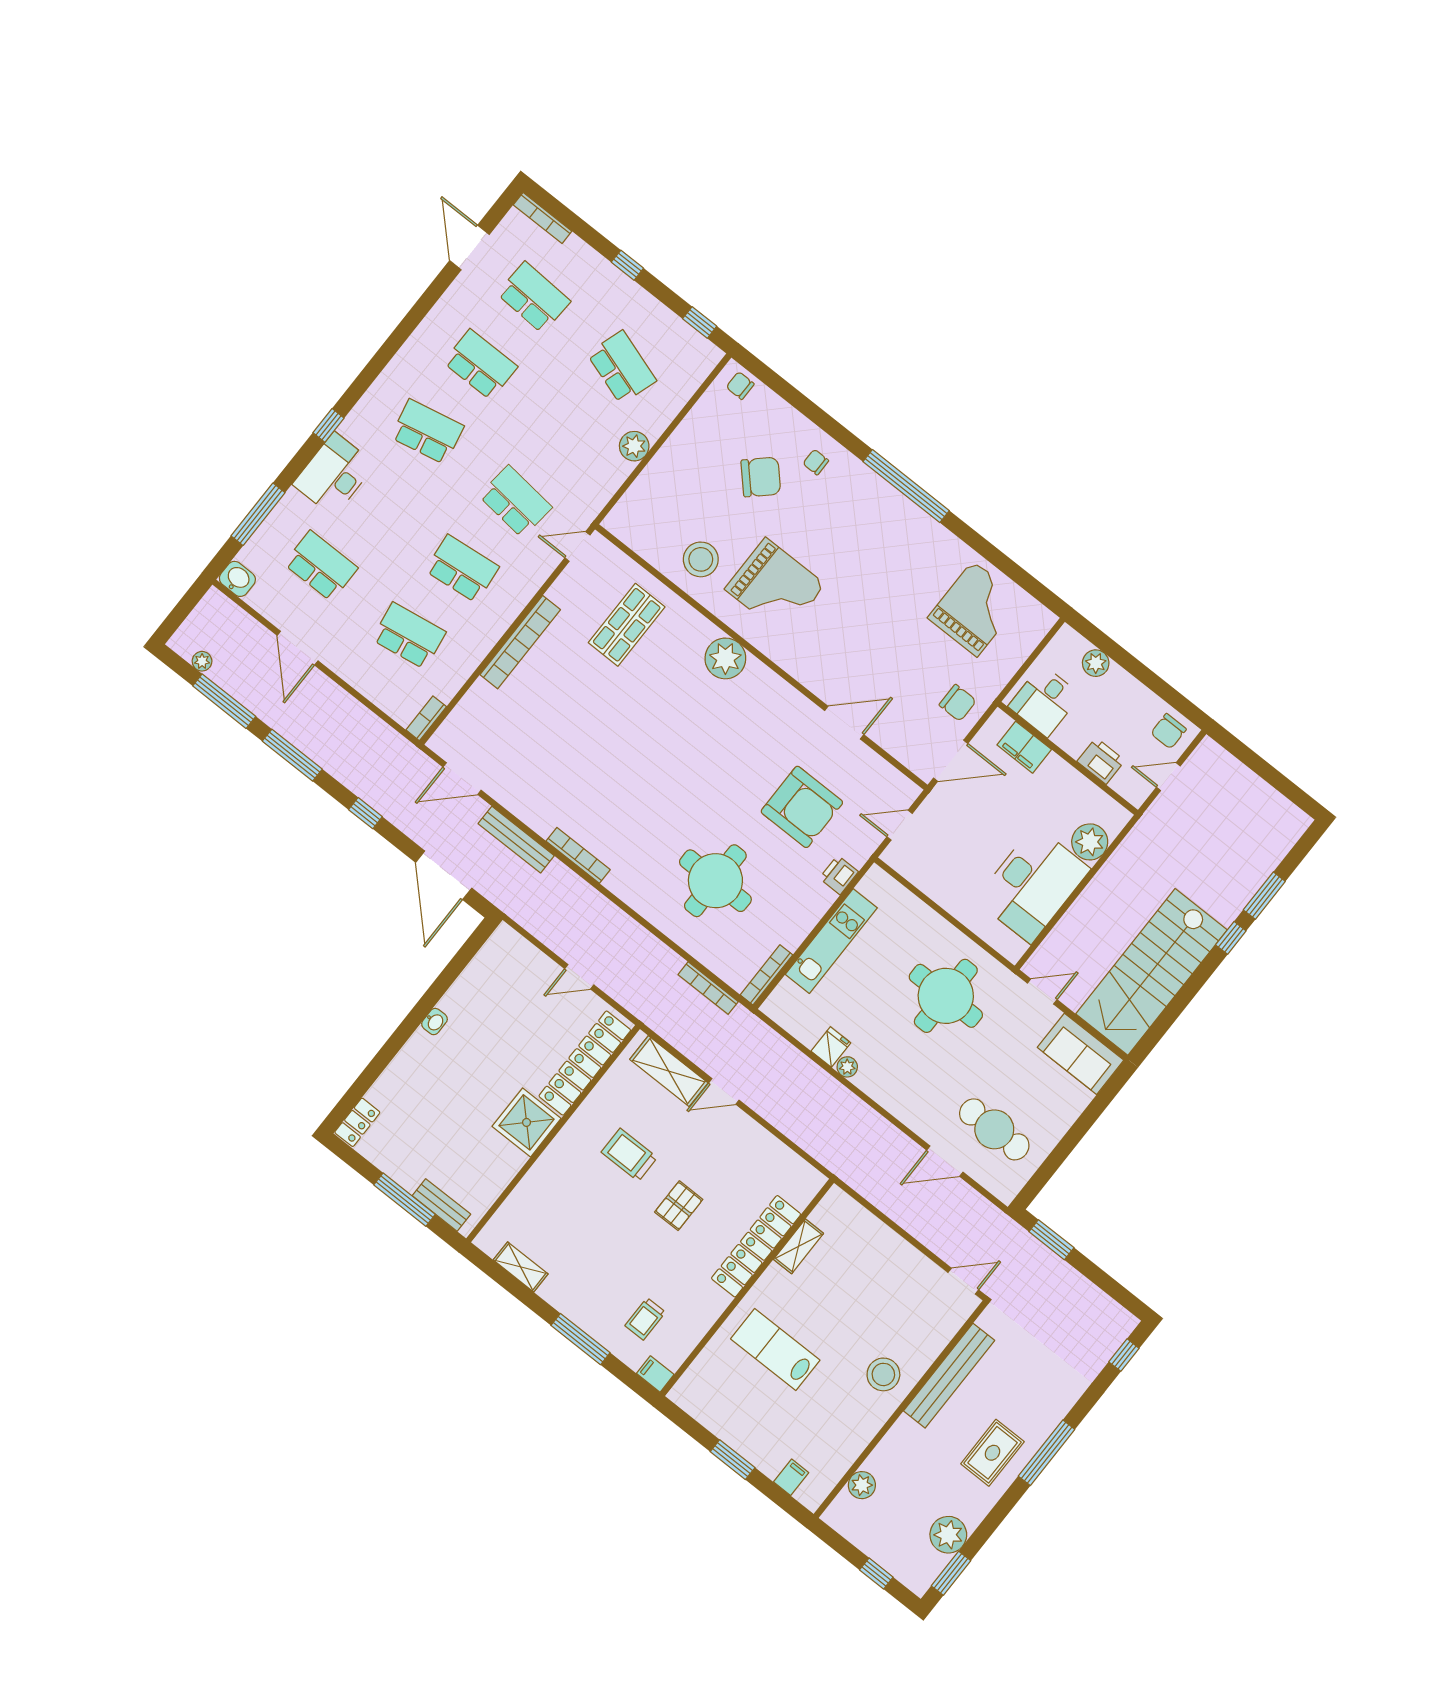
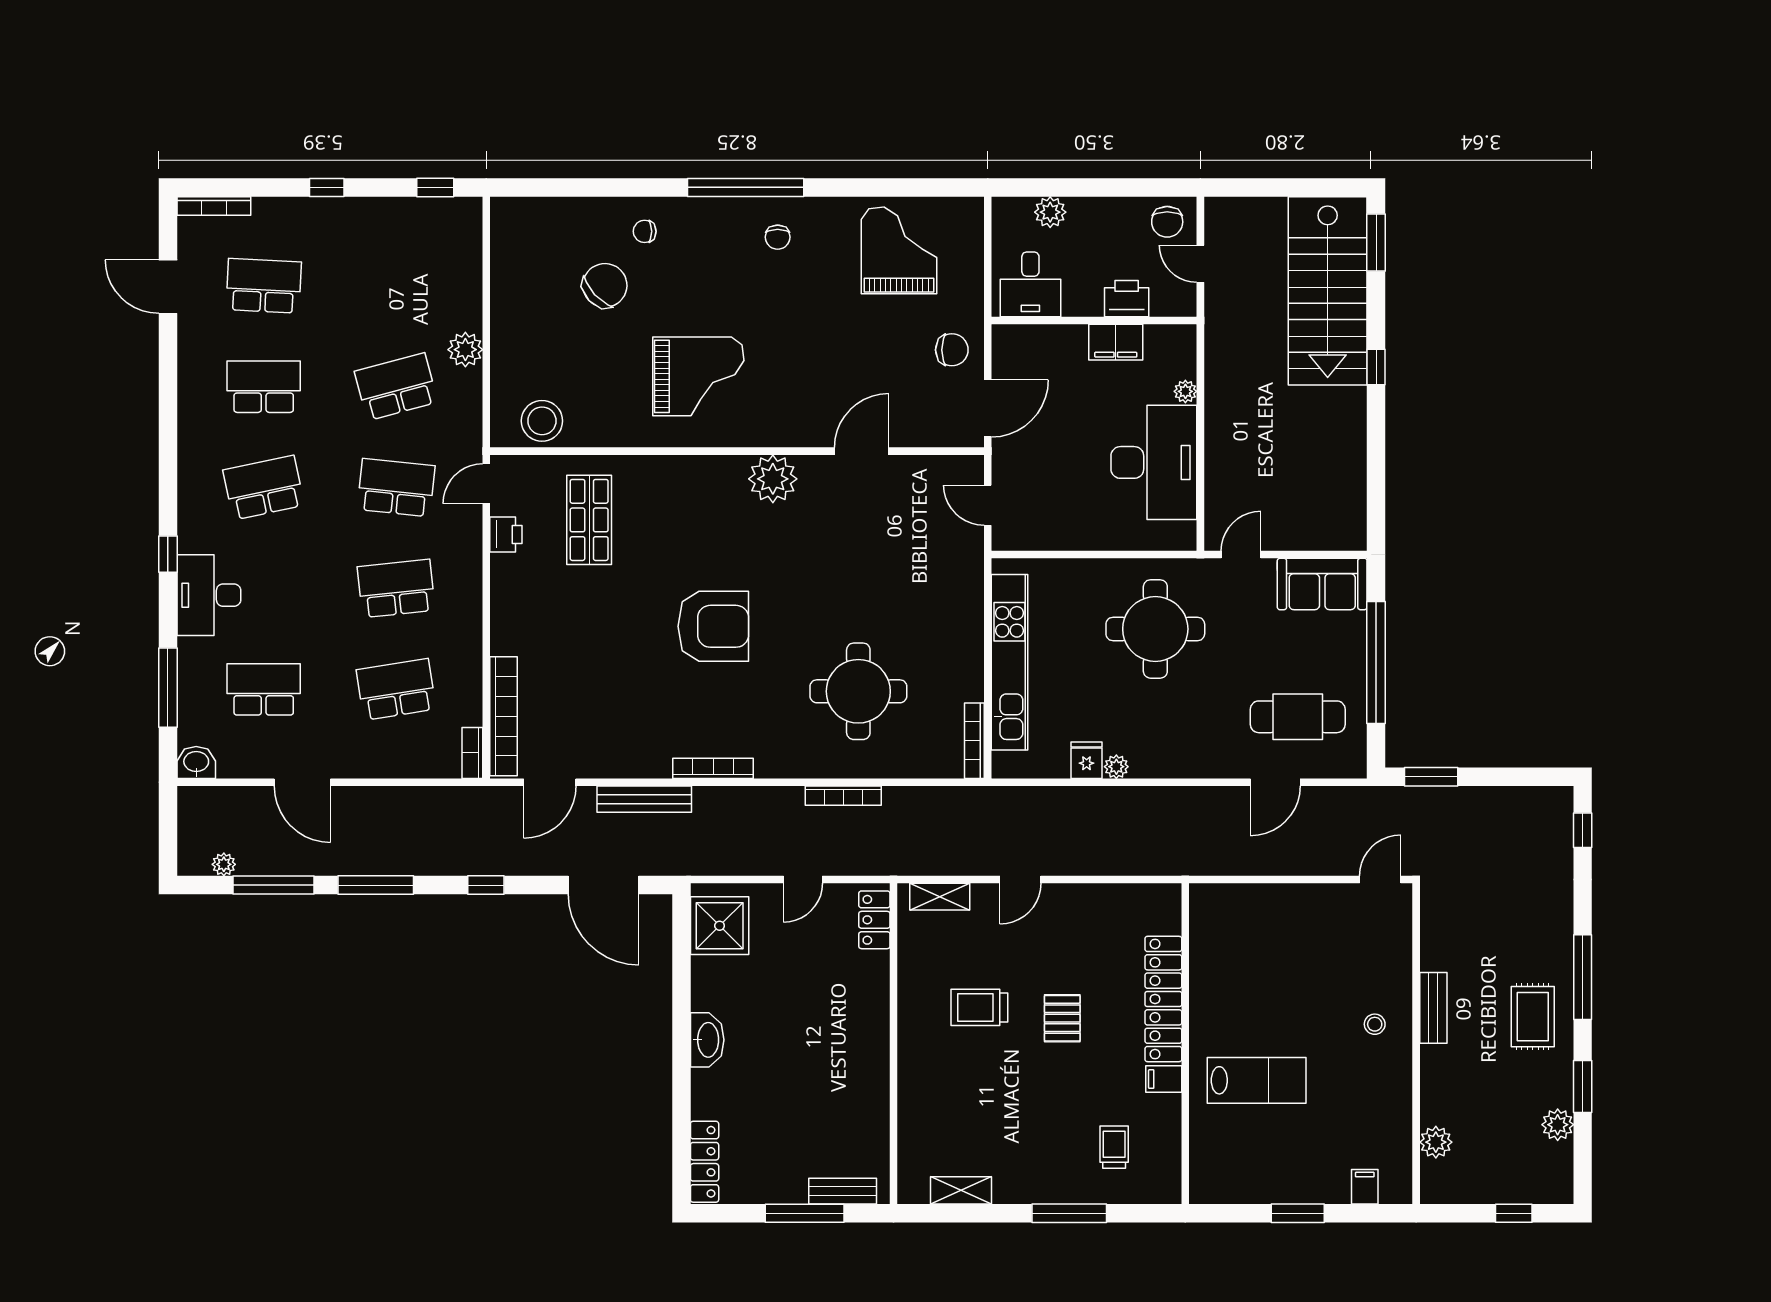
school desk: (622, 367) -> (396, 387), moved, turned -33
chair: (740, 386) -> (778, 237), moved, turned -90
stool: (701, 559) -> (542, 421), moved
bookcase: (520, 642) -> (504, 716), moved
plant: (725, 658) -> (773, 479), moved
filing cabinet: (1024, 747) -> (1116, 342), moved
door: (1168, 777) -> (1200, 264), hinge flipped
armchair: (802, 807) -> (713, 626), moved
door: (900, 825) -> (988, 505), hinge flipped
plant: (1090, 842) -> (1185, 391), width x0.53, depth x0.53
printer: (839, 875) -> (506, 534), moved, turned 180
window: (1264, 896) -> (1376, 243), moved
kitchen unit: (831, 941) -> (1010, 662), width x1.36
stairs: (1151, 972) -> (1328, 291), moved
bookcase: (708, 988) -> (843, 796), moved
washbasin: (434, 1022) -> (707, 1040), width x1.91, depth x1.45
locker: (585, 1063) -> (874, 920), width x0.46, depth x0.83
shelving: (669, 1071) -> (940, 897), width x0.67, depth x0.75
locker: (357, 1122) -> (705, 1162), width x1.53
shower: (527, 1122) -> (720, 926), moved
window: (1075, 1134) -> (1376, 662), added
shelving: (798, 1246) -> (1203, 968), removed
trolley: (645, 1319) -> (1114, 1147), turned 180
lab bench: (775, 1350) -> (1257, 1080), turned 180
filing cabinet: (655, 1374) -> (1164, 1079), moved
stool: (883, 1374) -> (1375, 1024), width x0.53, depth x0.53
bench: (949, 1376) -> (1433, 1008), width x0.54, depth x0.82
plant: (948, 1535) -> (1558, 1125), width x0.73, depth x0.73
window: (951, 1573) -> (1583, 1086), moved

